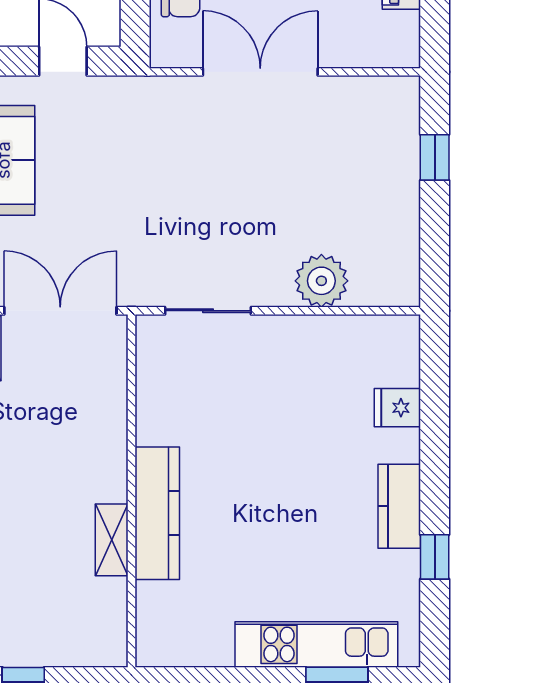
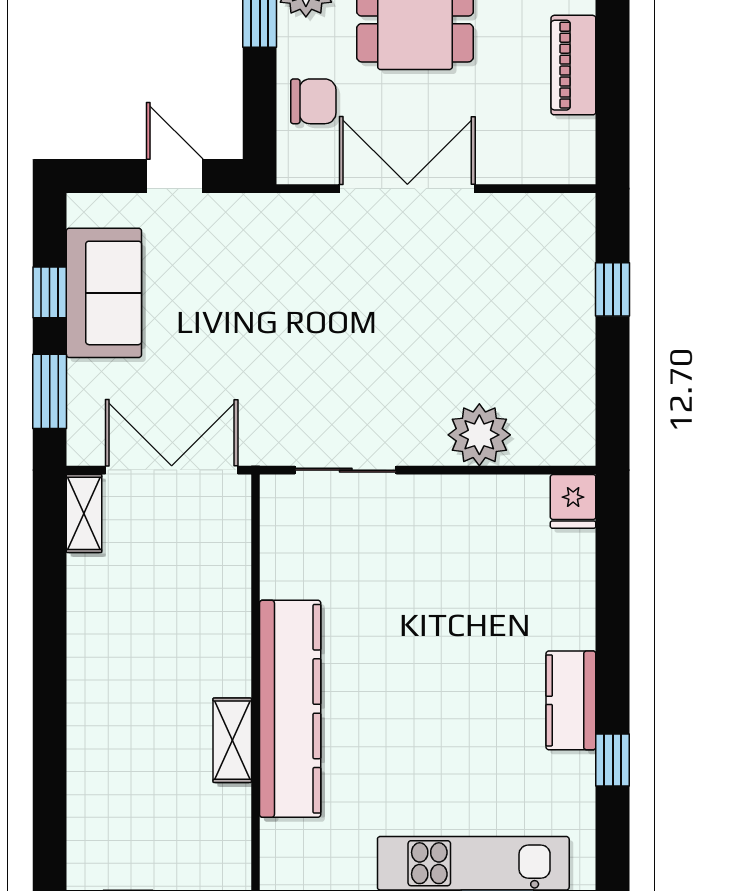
fridge: (397, 408) -> (573, 501), moved, turned -90
kitchen counter: (157, 513) -> (290, 709), width x1.39, depth x1.17

